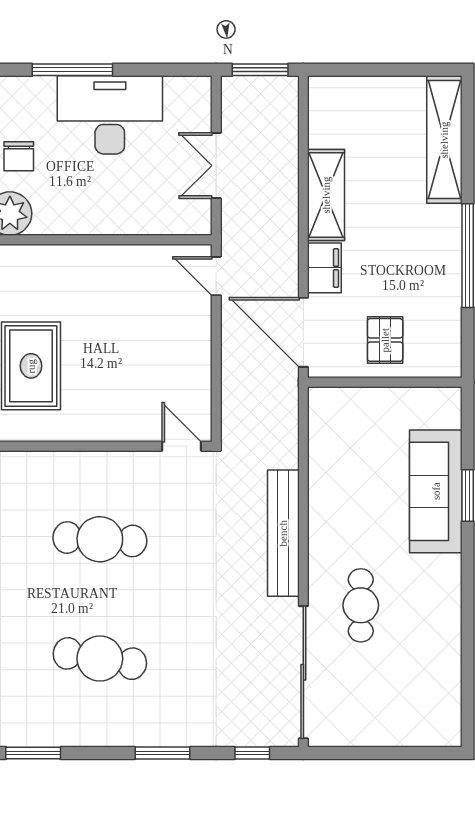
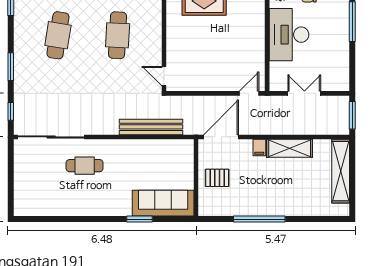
desk: (110, 115) -> (289, 35), moved, turned 180
shelving: (444, 140) -> (341, 171), moved, turned 90
filing cabinet: (324, 268) -> (259, 147), width x0.50
door: (182, 446) -> (164, 76), swing flipped
sofa: (436, 491) -> (163, 203), moved
bench: (283, 533) -> (151, 127), moved

